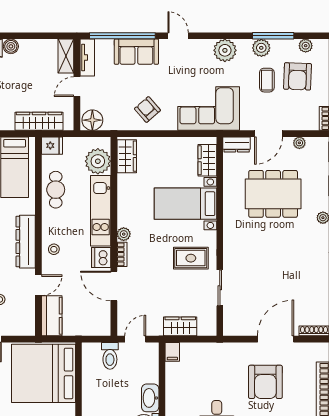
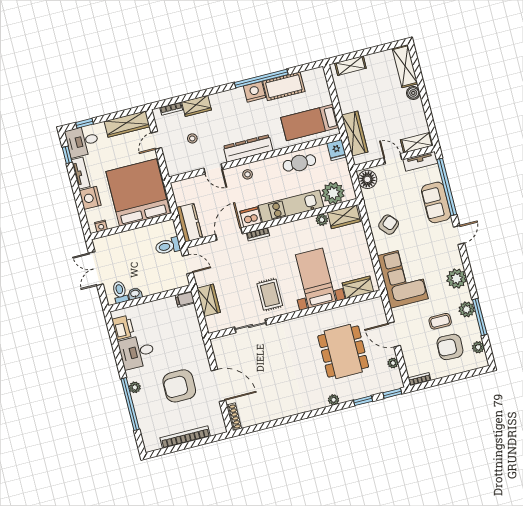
dresser: (237, 145) -> (378, 309), removed
plant: (124, 234) -> (322, 220), moved
kitchen counter: (52, 316) -> (189, 223), moved, turned -90
washbasin: (150, 398) -> (135, 294), width x0.52, depth x0.69

